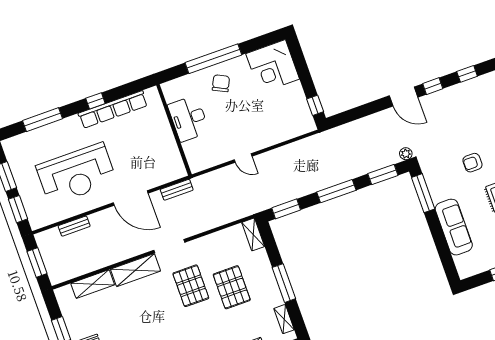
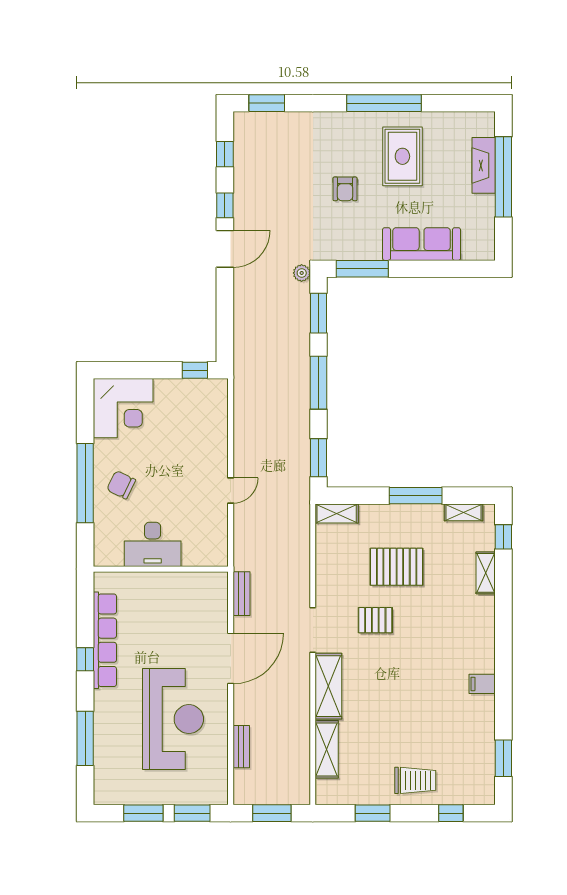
pallet: (191, 286) -> (375, 620), width x0.67, depth x0.71

